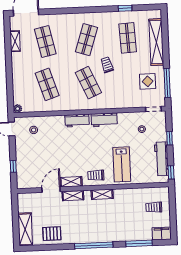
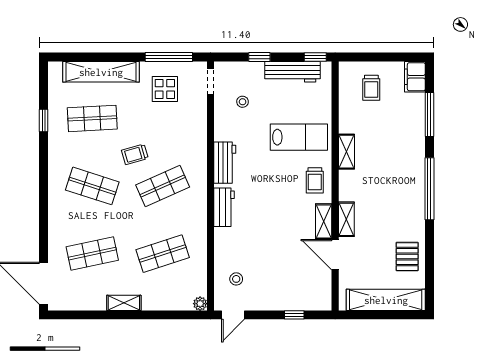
shelving: (15, 41) -> (124, 303), moved
shelving: (102, 194) -> (346, 152), moved
shelving: (25, 229) -> (386, 300), width x1.47

